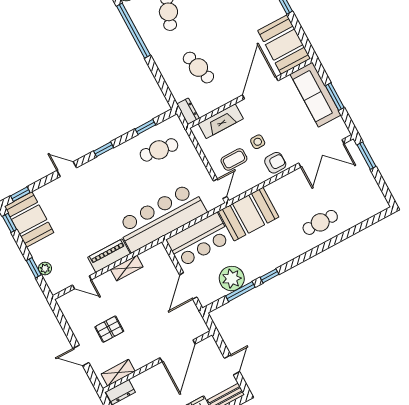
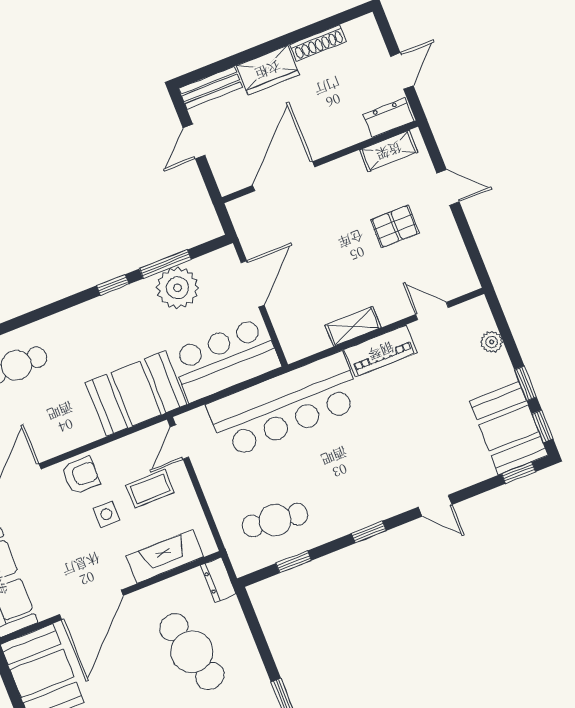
cafe table: (198, 68) -> (192, 652), width x1.37, depth x1.35
armchair: (275, 163) -> (81, 475), turned 180
window: (34, 268) -> (526, 383), moved

